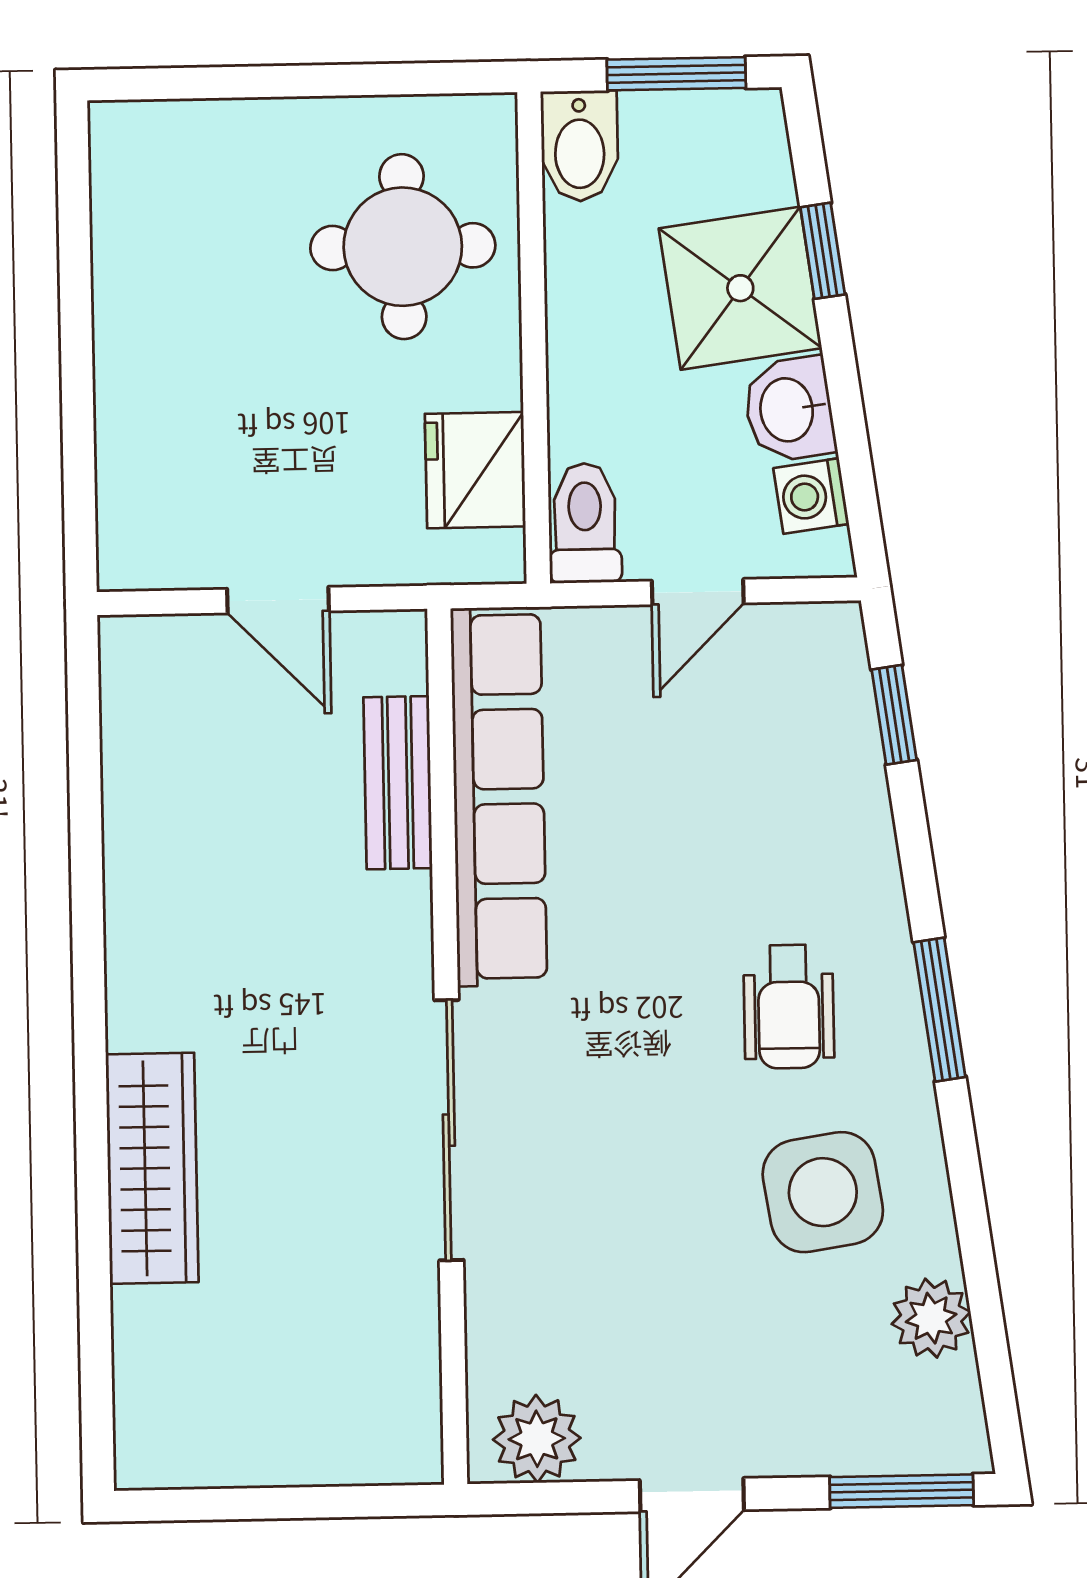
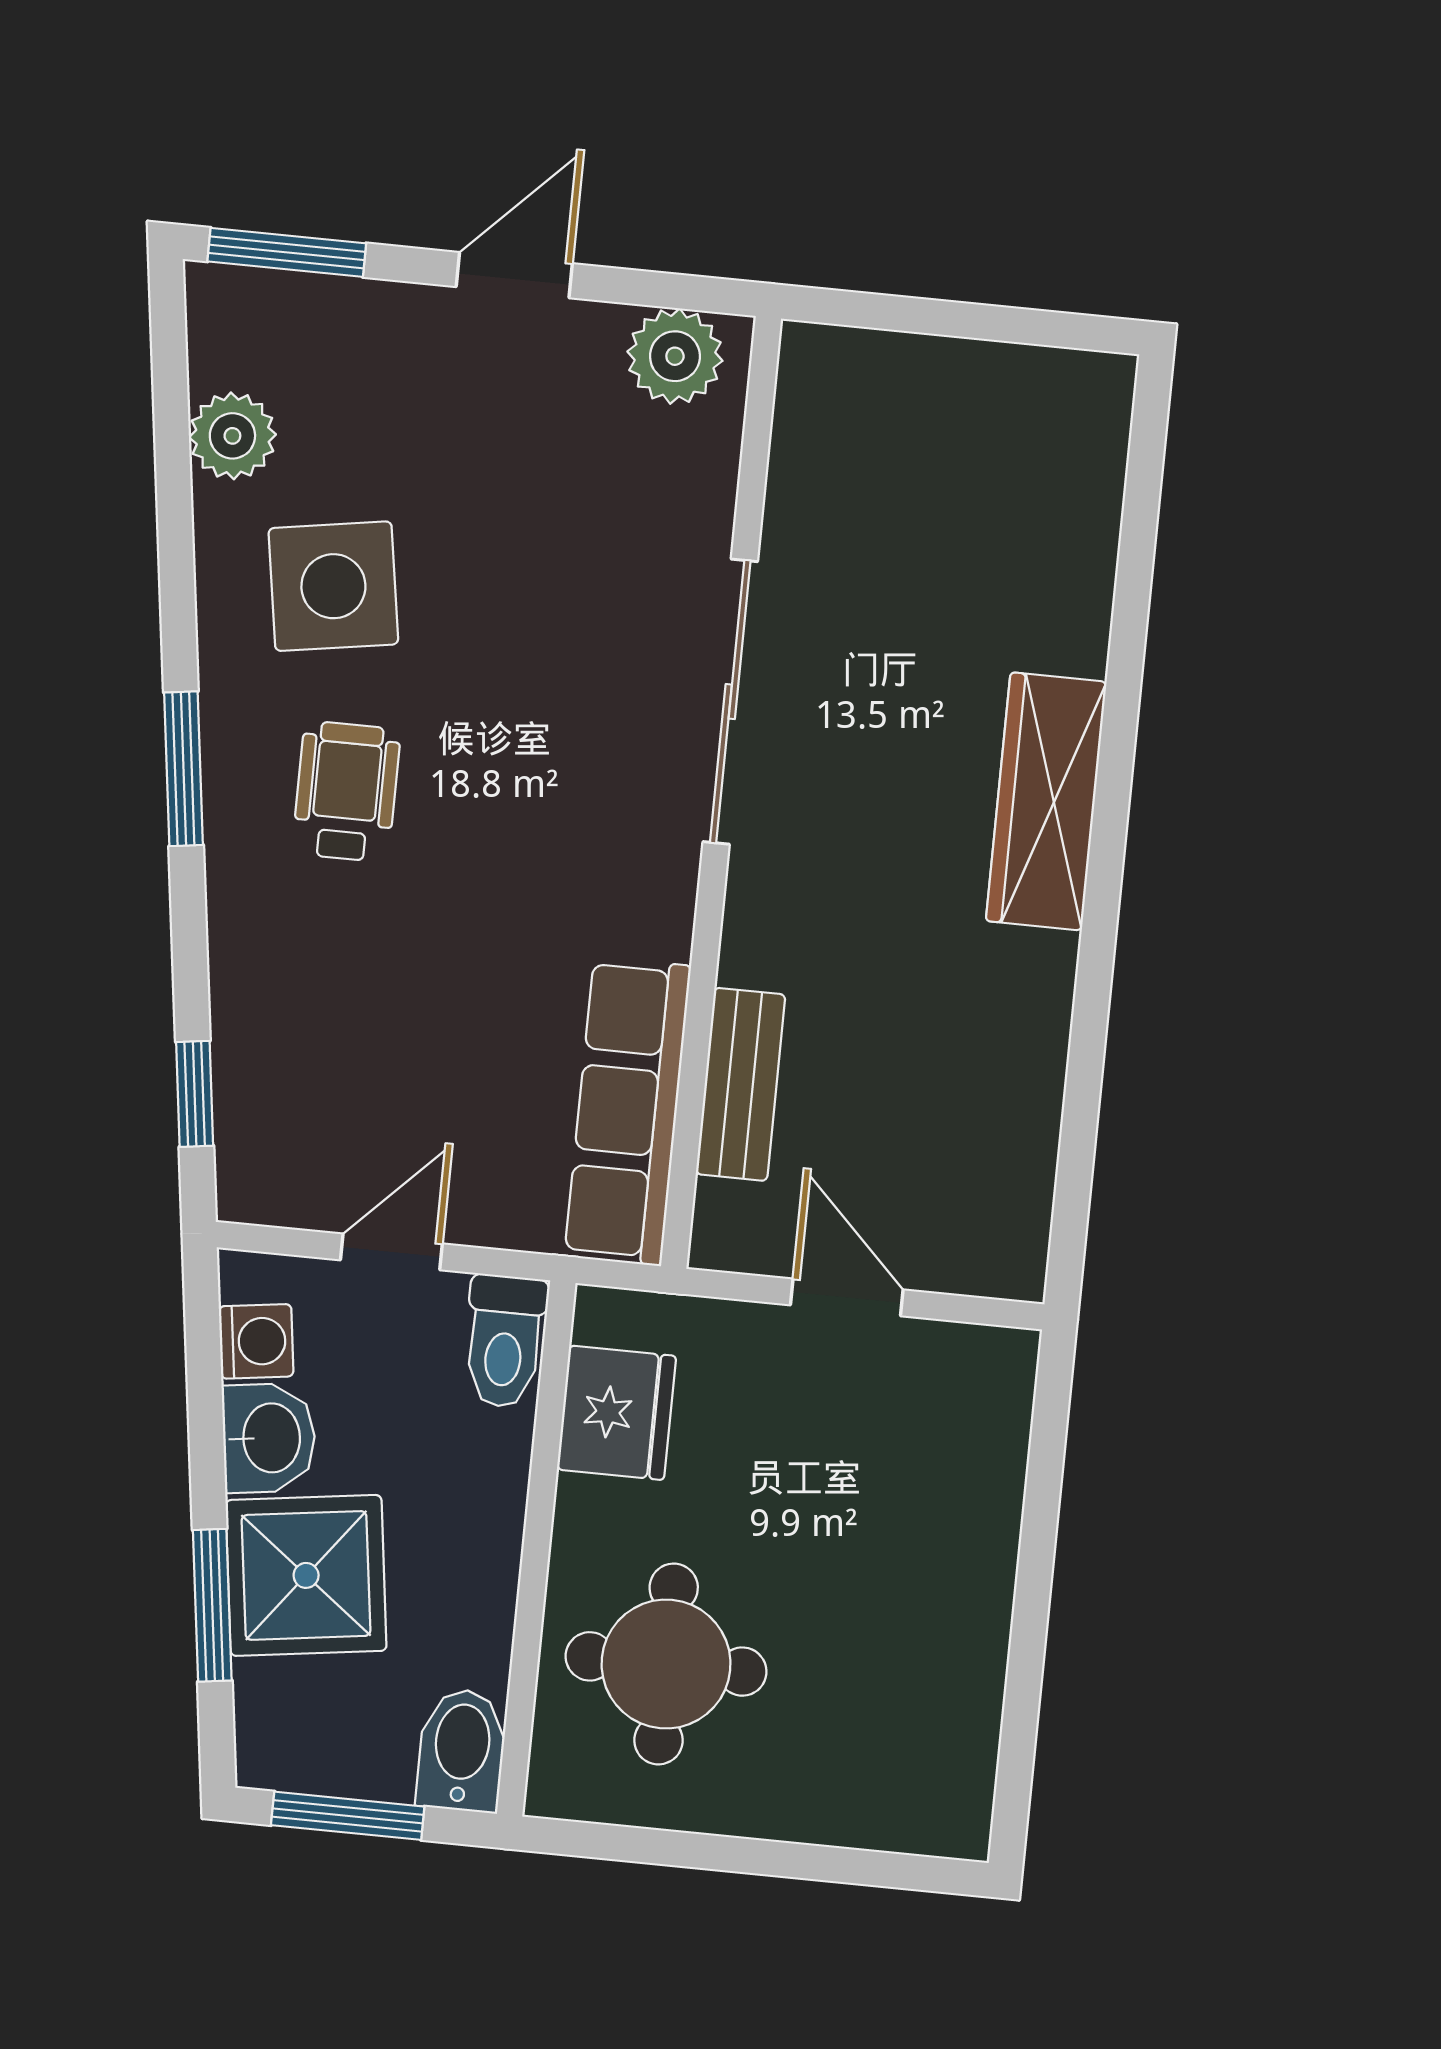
window: (823, 251) -> (212, 1605), width x1.50
row of seats: (499, 797) -> (628, 1111), width x0.73
wardrobe: (152, 1168) -> (1046, 801), moved

